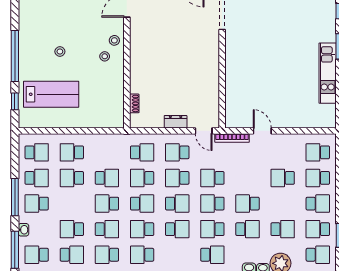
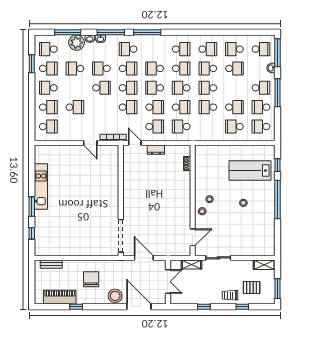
school desk: (72, 152) -> (234, 127), turned 180
school desk: (107, 204) -> (208, 88), turned 180

